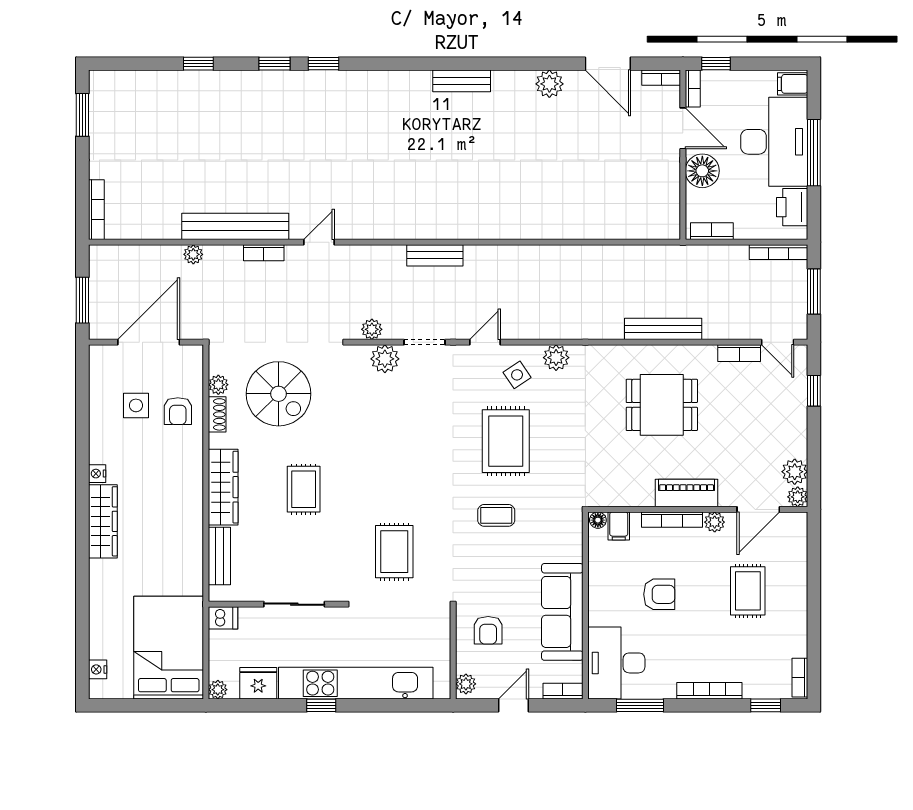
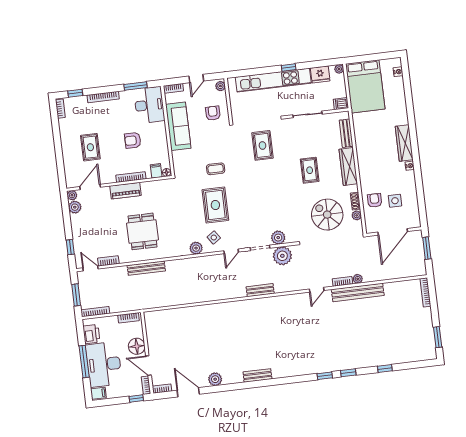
plant: (193, 254) -> (358, 279), moved
plant: (372, 329) -> (282, 256), width x1.87, depth x1.87
dining table: (662, 405) -> (143, 231), turned 90
plant: (715, 522) -> (110, 178), removed

